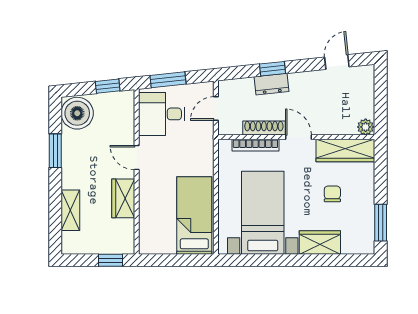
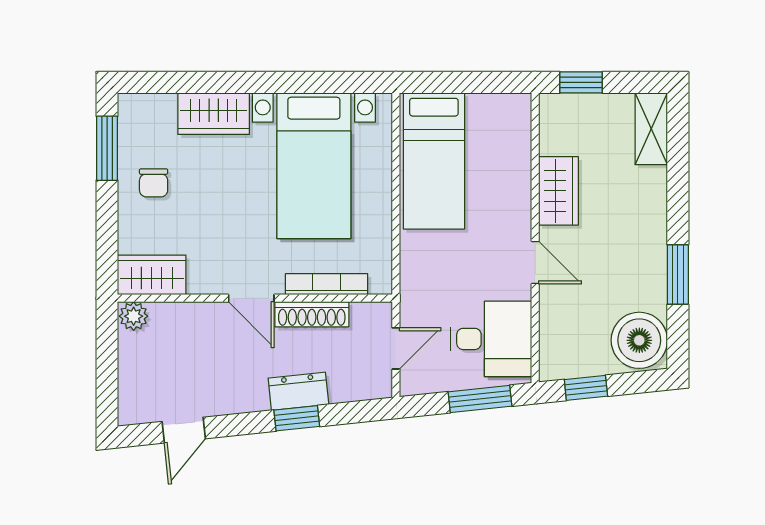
wardrobe: (345, 150) -> (152, 275), width x0.67
chair: (332, 194) -> (154, 183), moved
shelving: (70, 210) -> (651, 129), moved

